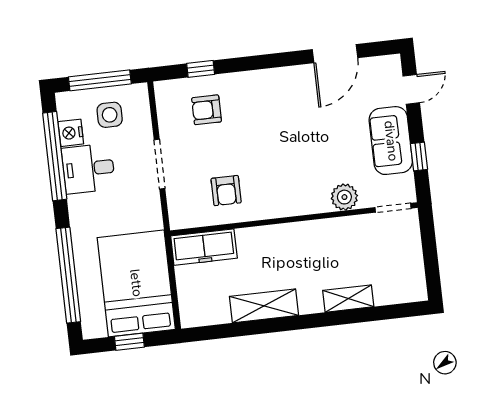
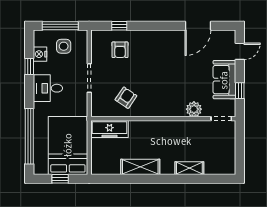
armchair: (207, 110) -> (120, 50), turned -90
window: (55, 156) -> (29, 67), width x0.32
desk: (88, 169) -> (48, 88), moved
armchair: (226, 191) -> (126, 98), turned -146

